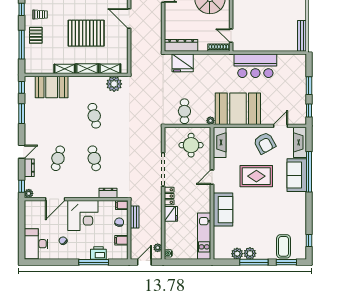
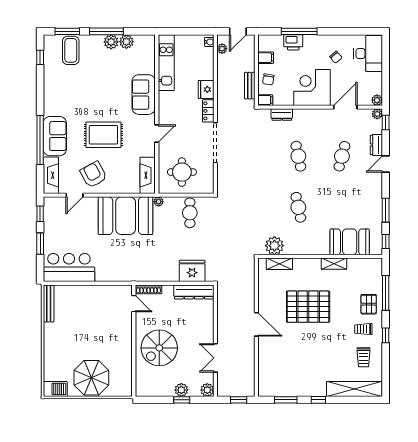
bar counter: (255, 66) -> (69, 268), moved
shelving: (87, 69) -> (307, 264), removed
plant: (29, 205) -> (377, 100), added

